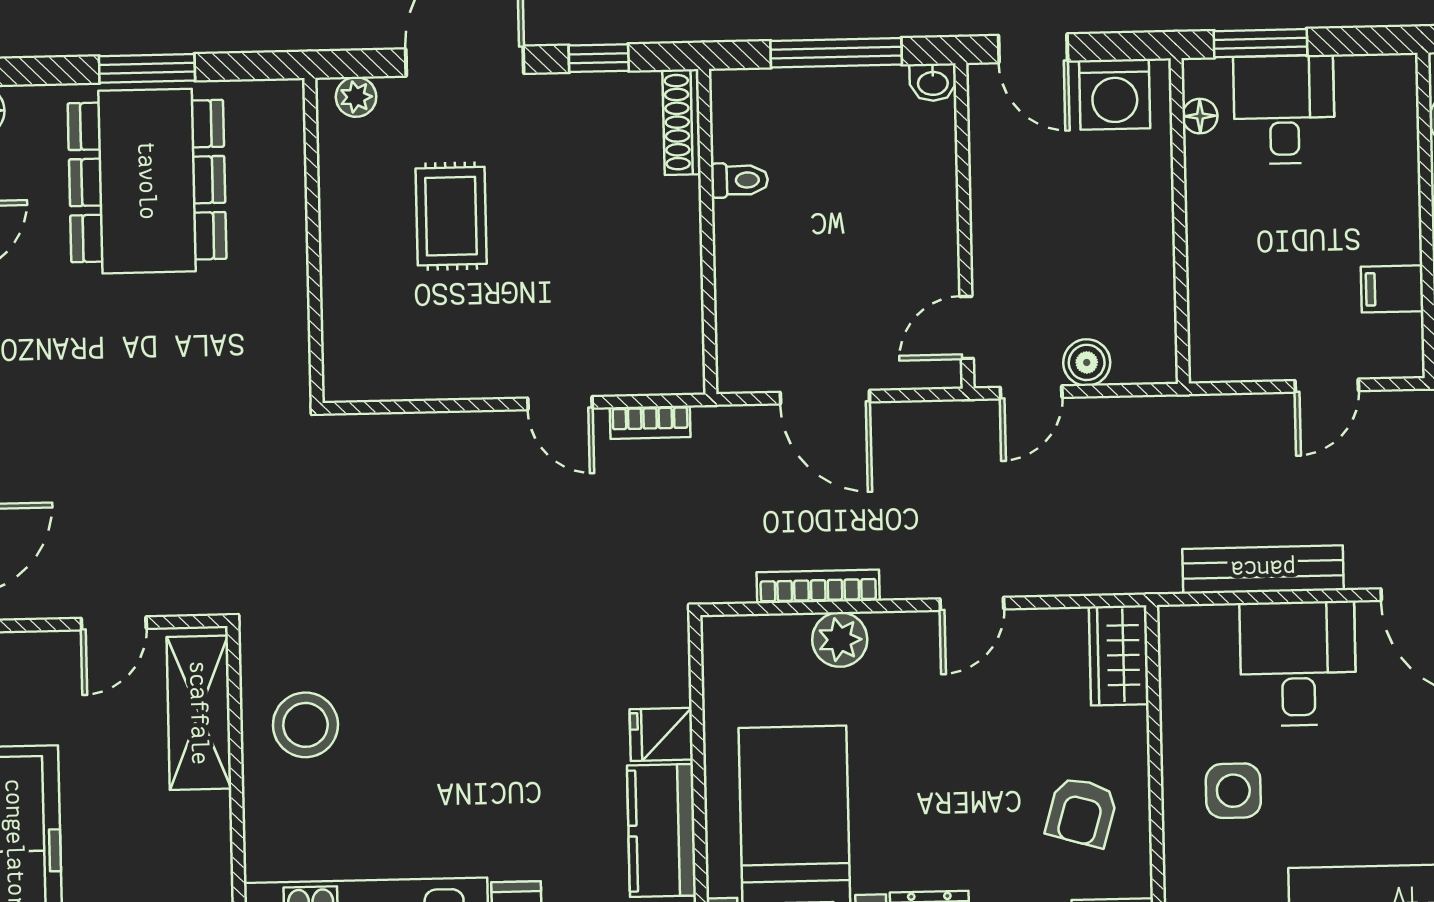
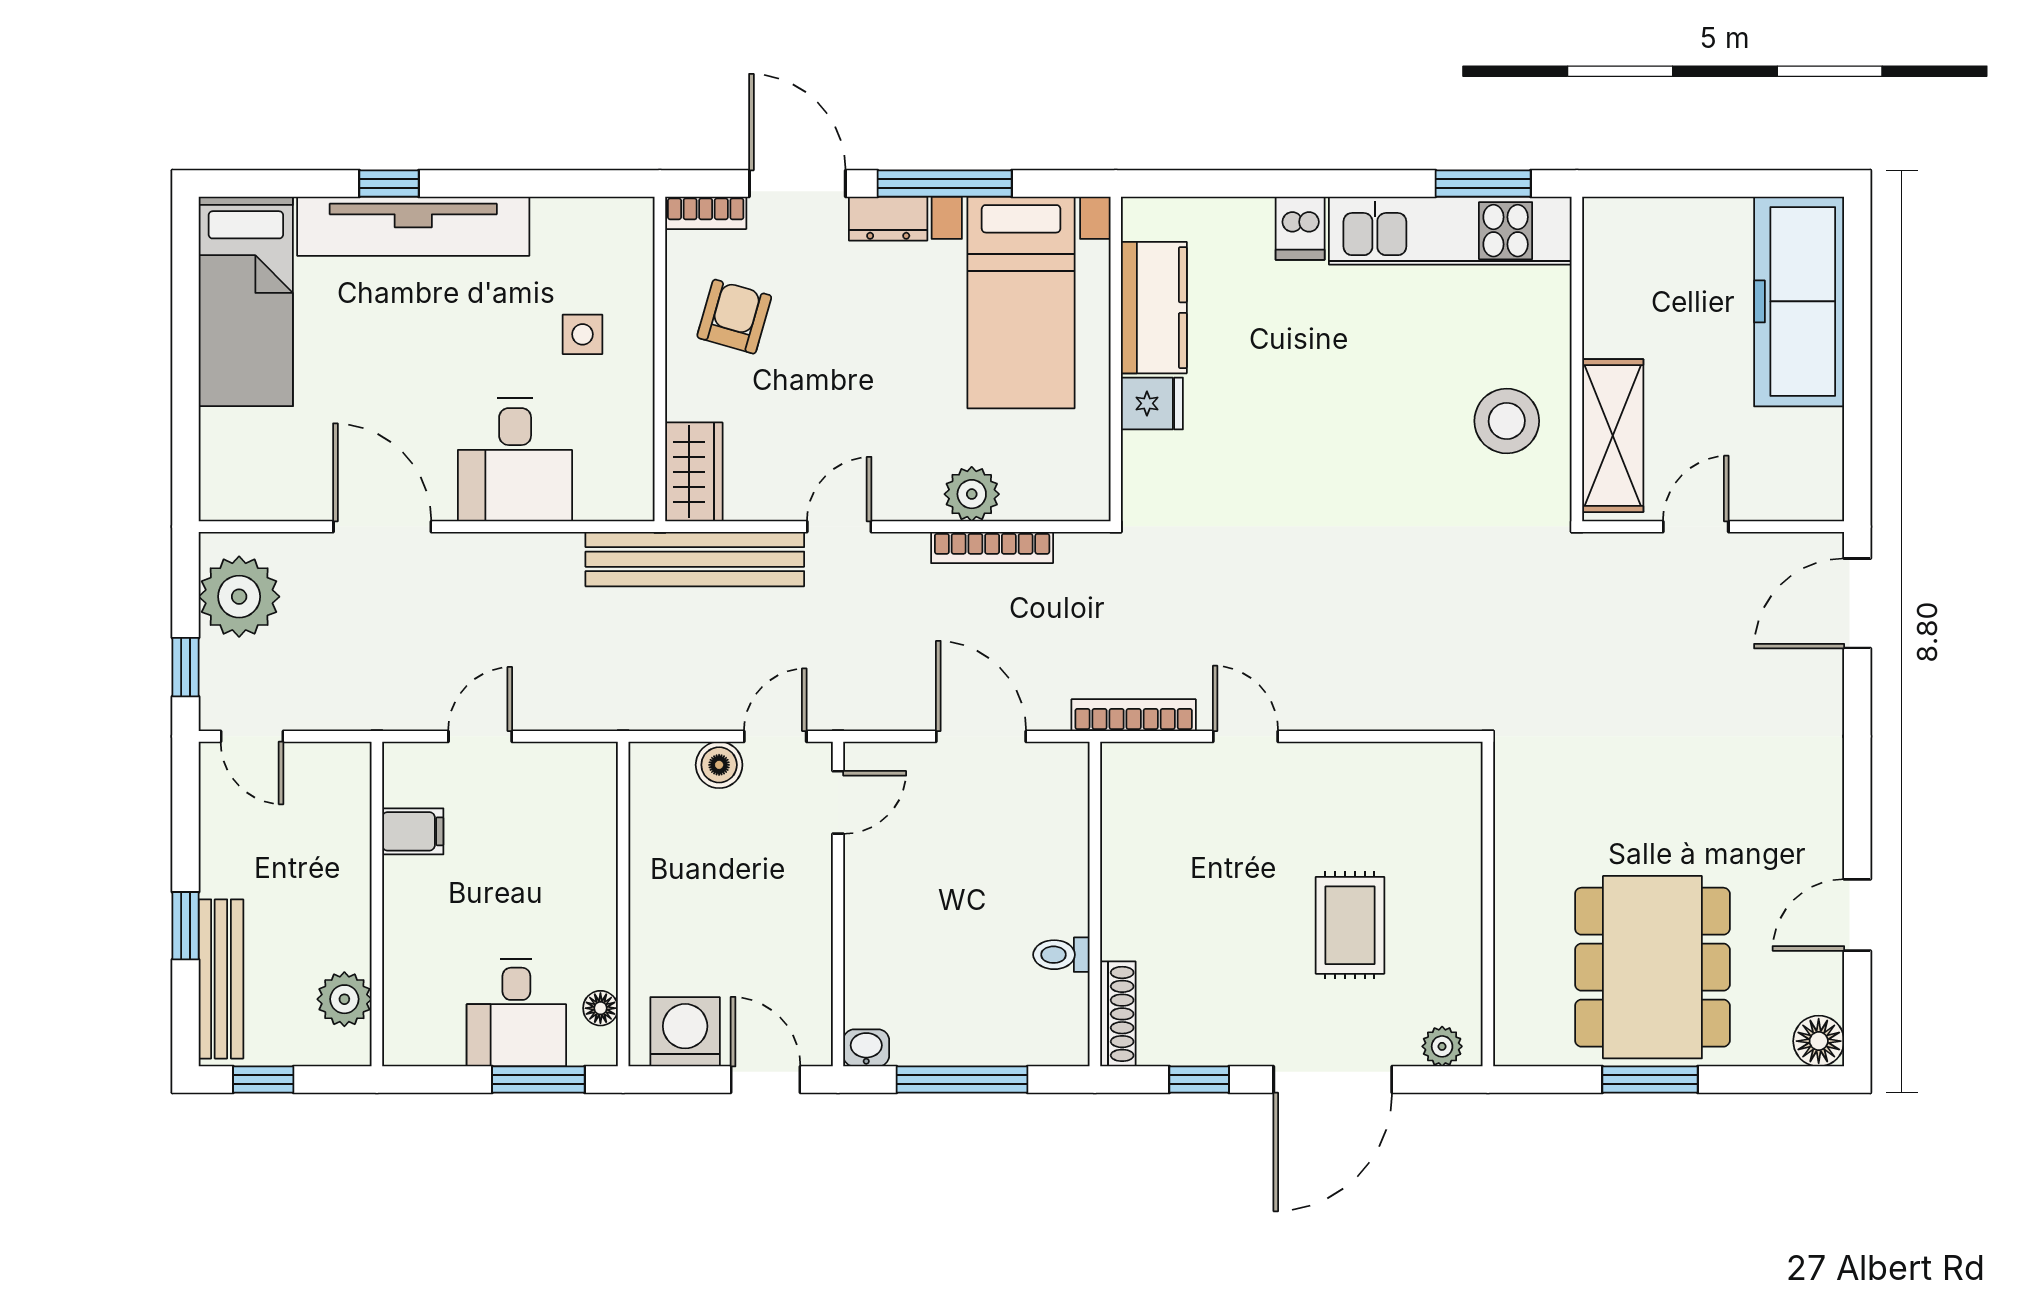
bookcase: (650, 422) -> (1134, 715), width x1.56
bench: (1263, 569) -> (695, 559), moved, width x1.37, depth x1.21
side table: (1233, 791) -> (583, 334), width x0.73, depth x0.73

